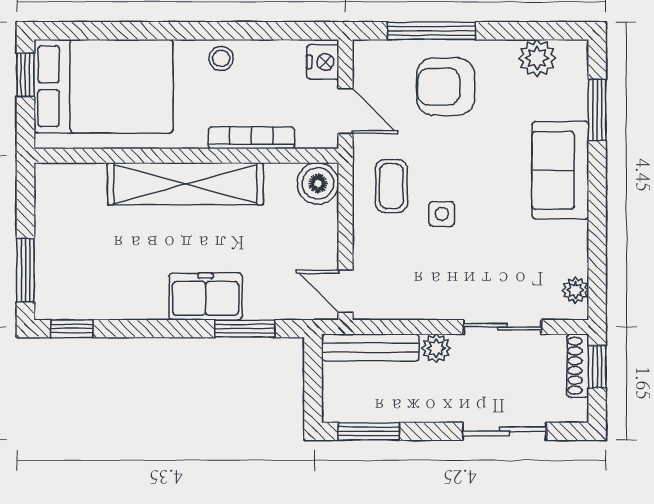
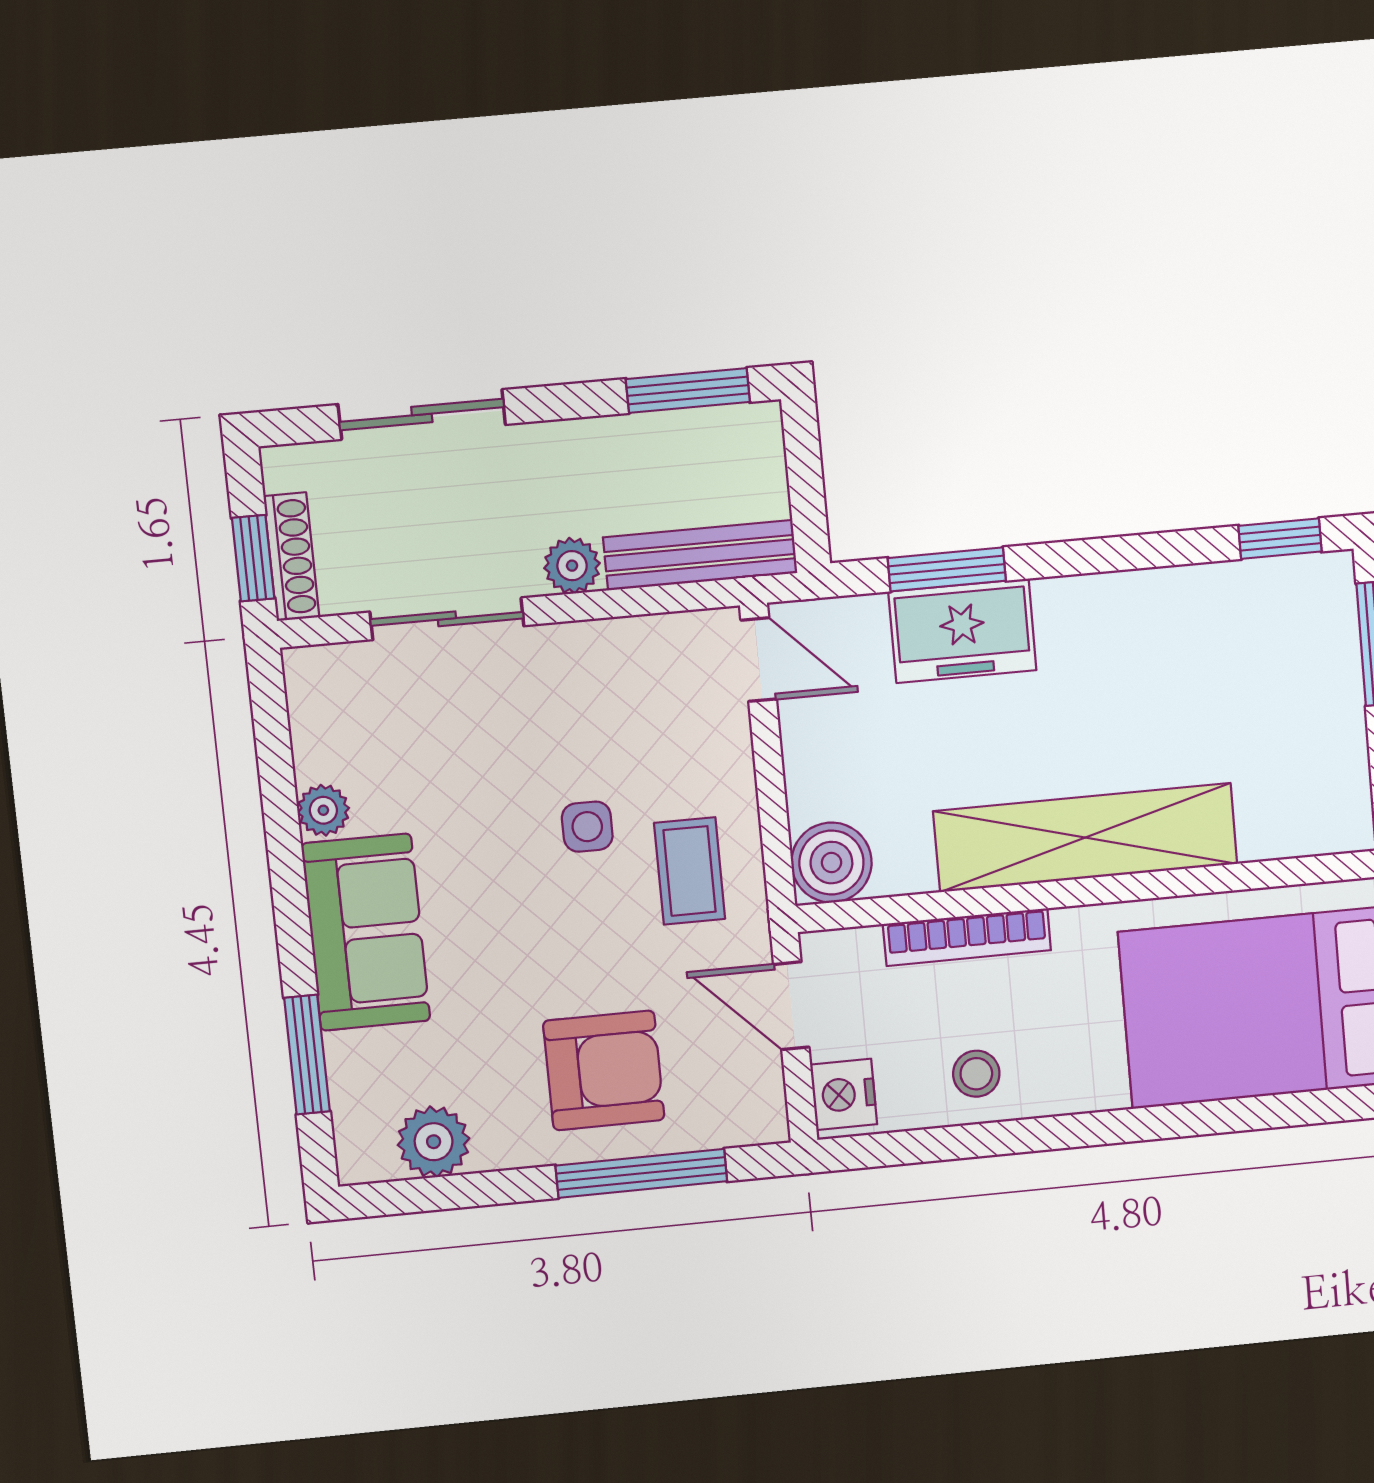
stool: (221, 58) -> (976, 1074), moved
plant: (575, 290) -> (323, 810), moved
freezer: (205, 296) -> (962, 631), moved

